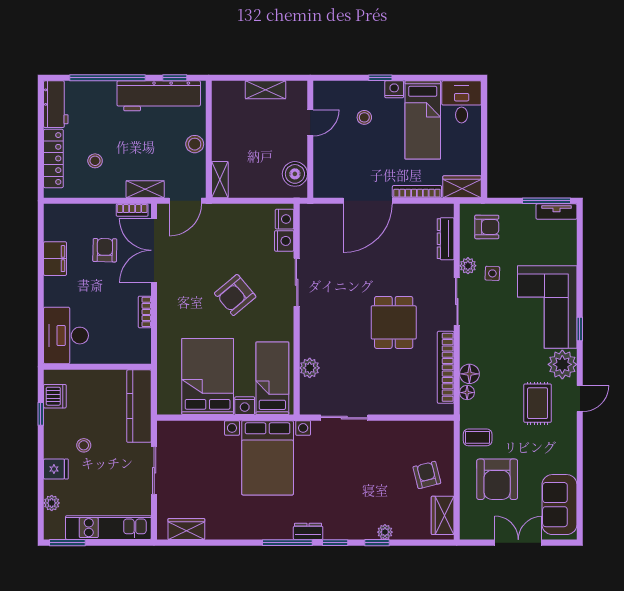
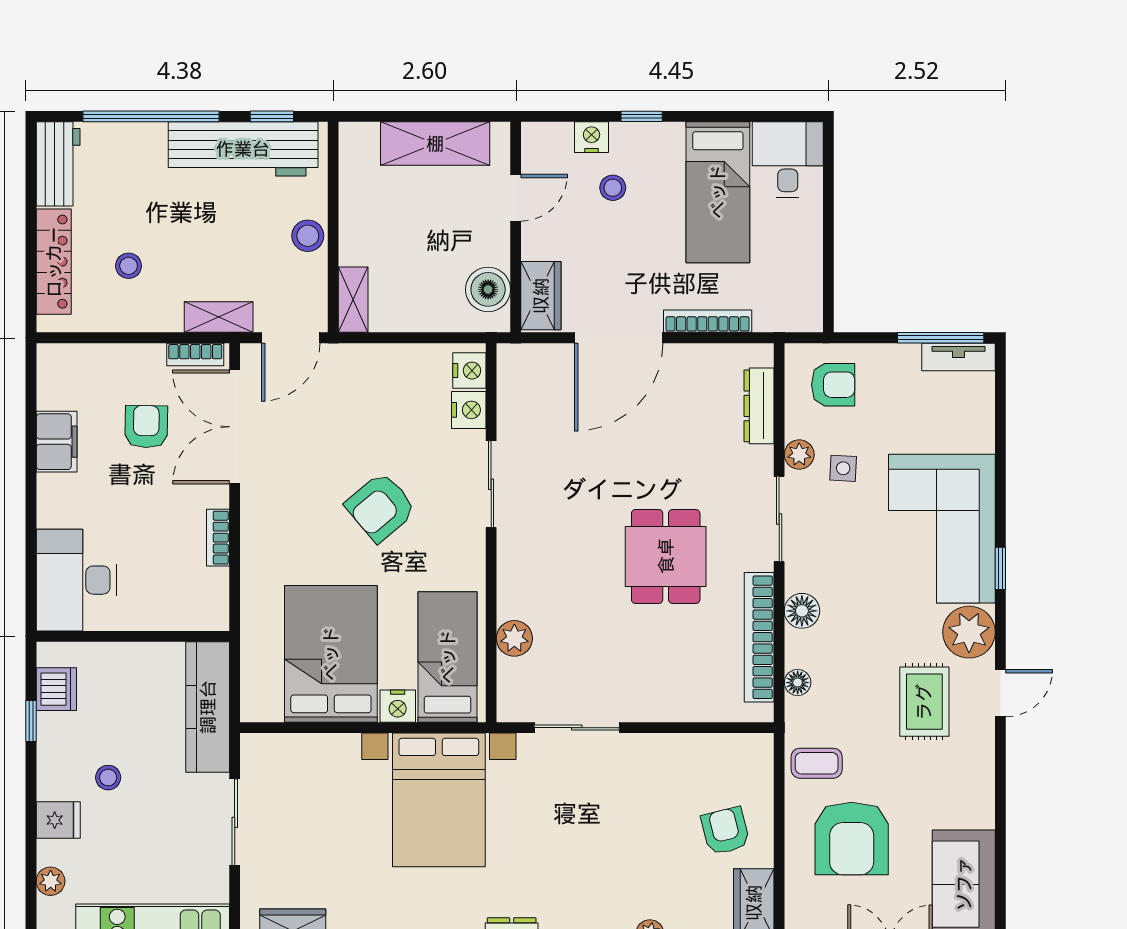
nightstand: (394, 89) -> (591, 137), moved
shelving: (266, 90) -> (435, 144), width x1.50, depth x1.33
wardrobe: (462, 187) -> (541, 296), moved, turned 90
floor lamp: (469, 374) -> (802, 611), moved

